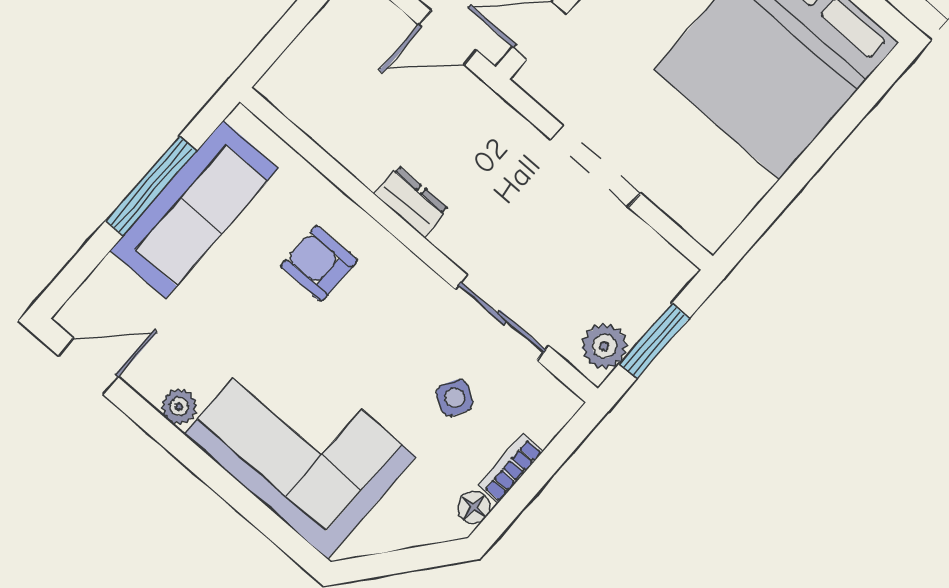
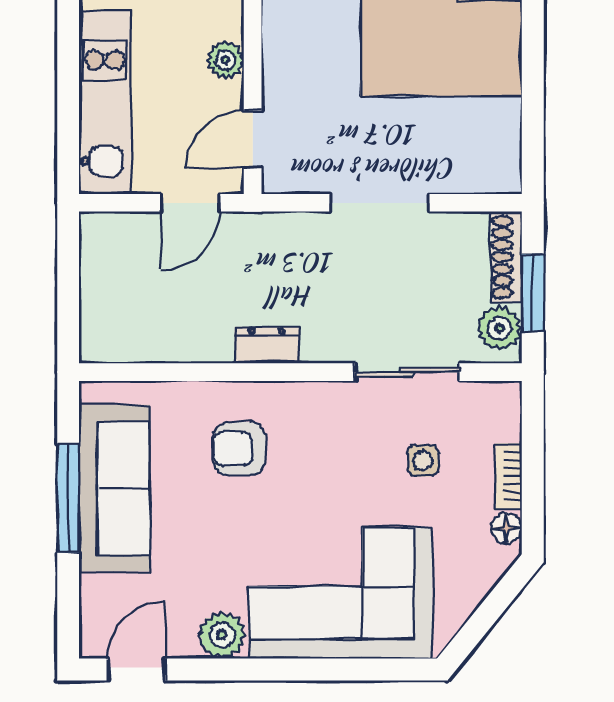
shoe rack: (658, 295) -> (506, 257), added
side table: (455, 398) -> (423, 461), turned -30
plant: (179, 407) -> (222, 635), width x1.38, depth x1.38

